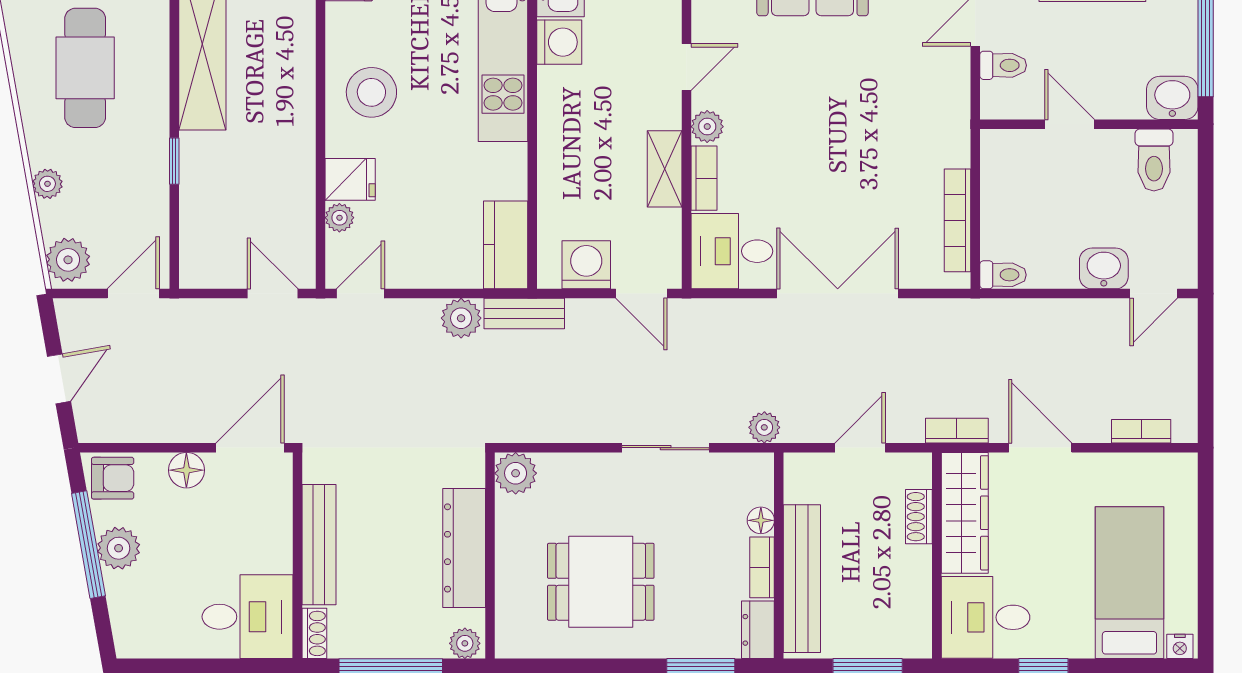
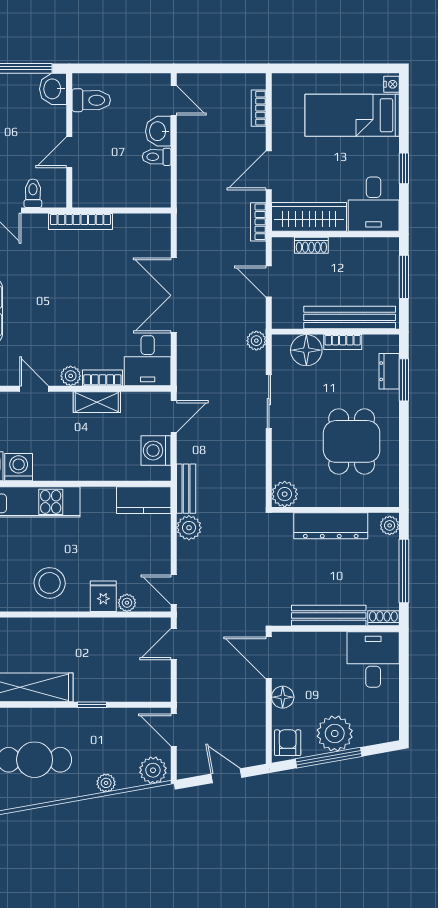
bookcase: (957, 220) -> (80, 221), moved
toilet: (1003, 275) -> (157, 157), moved, turned -90
floor lamp: (761, 520) -> (306, 350), width x1.89, depth x1.89
plant: (119, 548) -> (335, 733), width x1.36, depth x1.36
dresser: (758, 630) -> (389, 371), moved, turned 90

